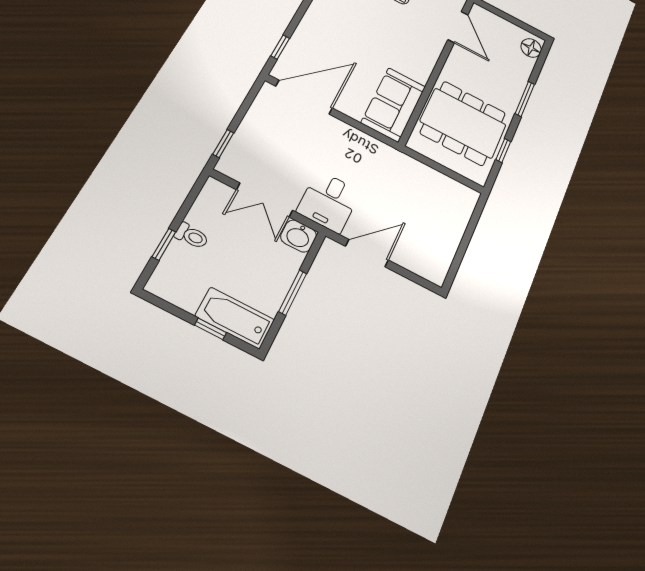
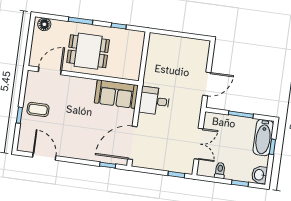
door: (304, 97) -> (132, 143), hinge flipped
dining table: (463, 123) -> (88, 51), moved, width x0.73
desk: (329, 202) -> (154, 101), moved, turned 180
toilet: (192, 236) -> (220, 171), moved
washbasin: (299, 236) -> (259, 175), moved, turned 180
door: (367, 253) -> (207, 84), swing flipped

